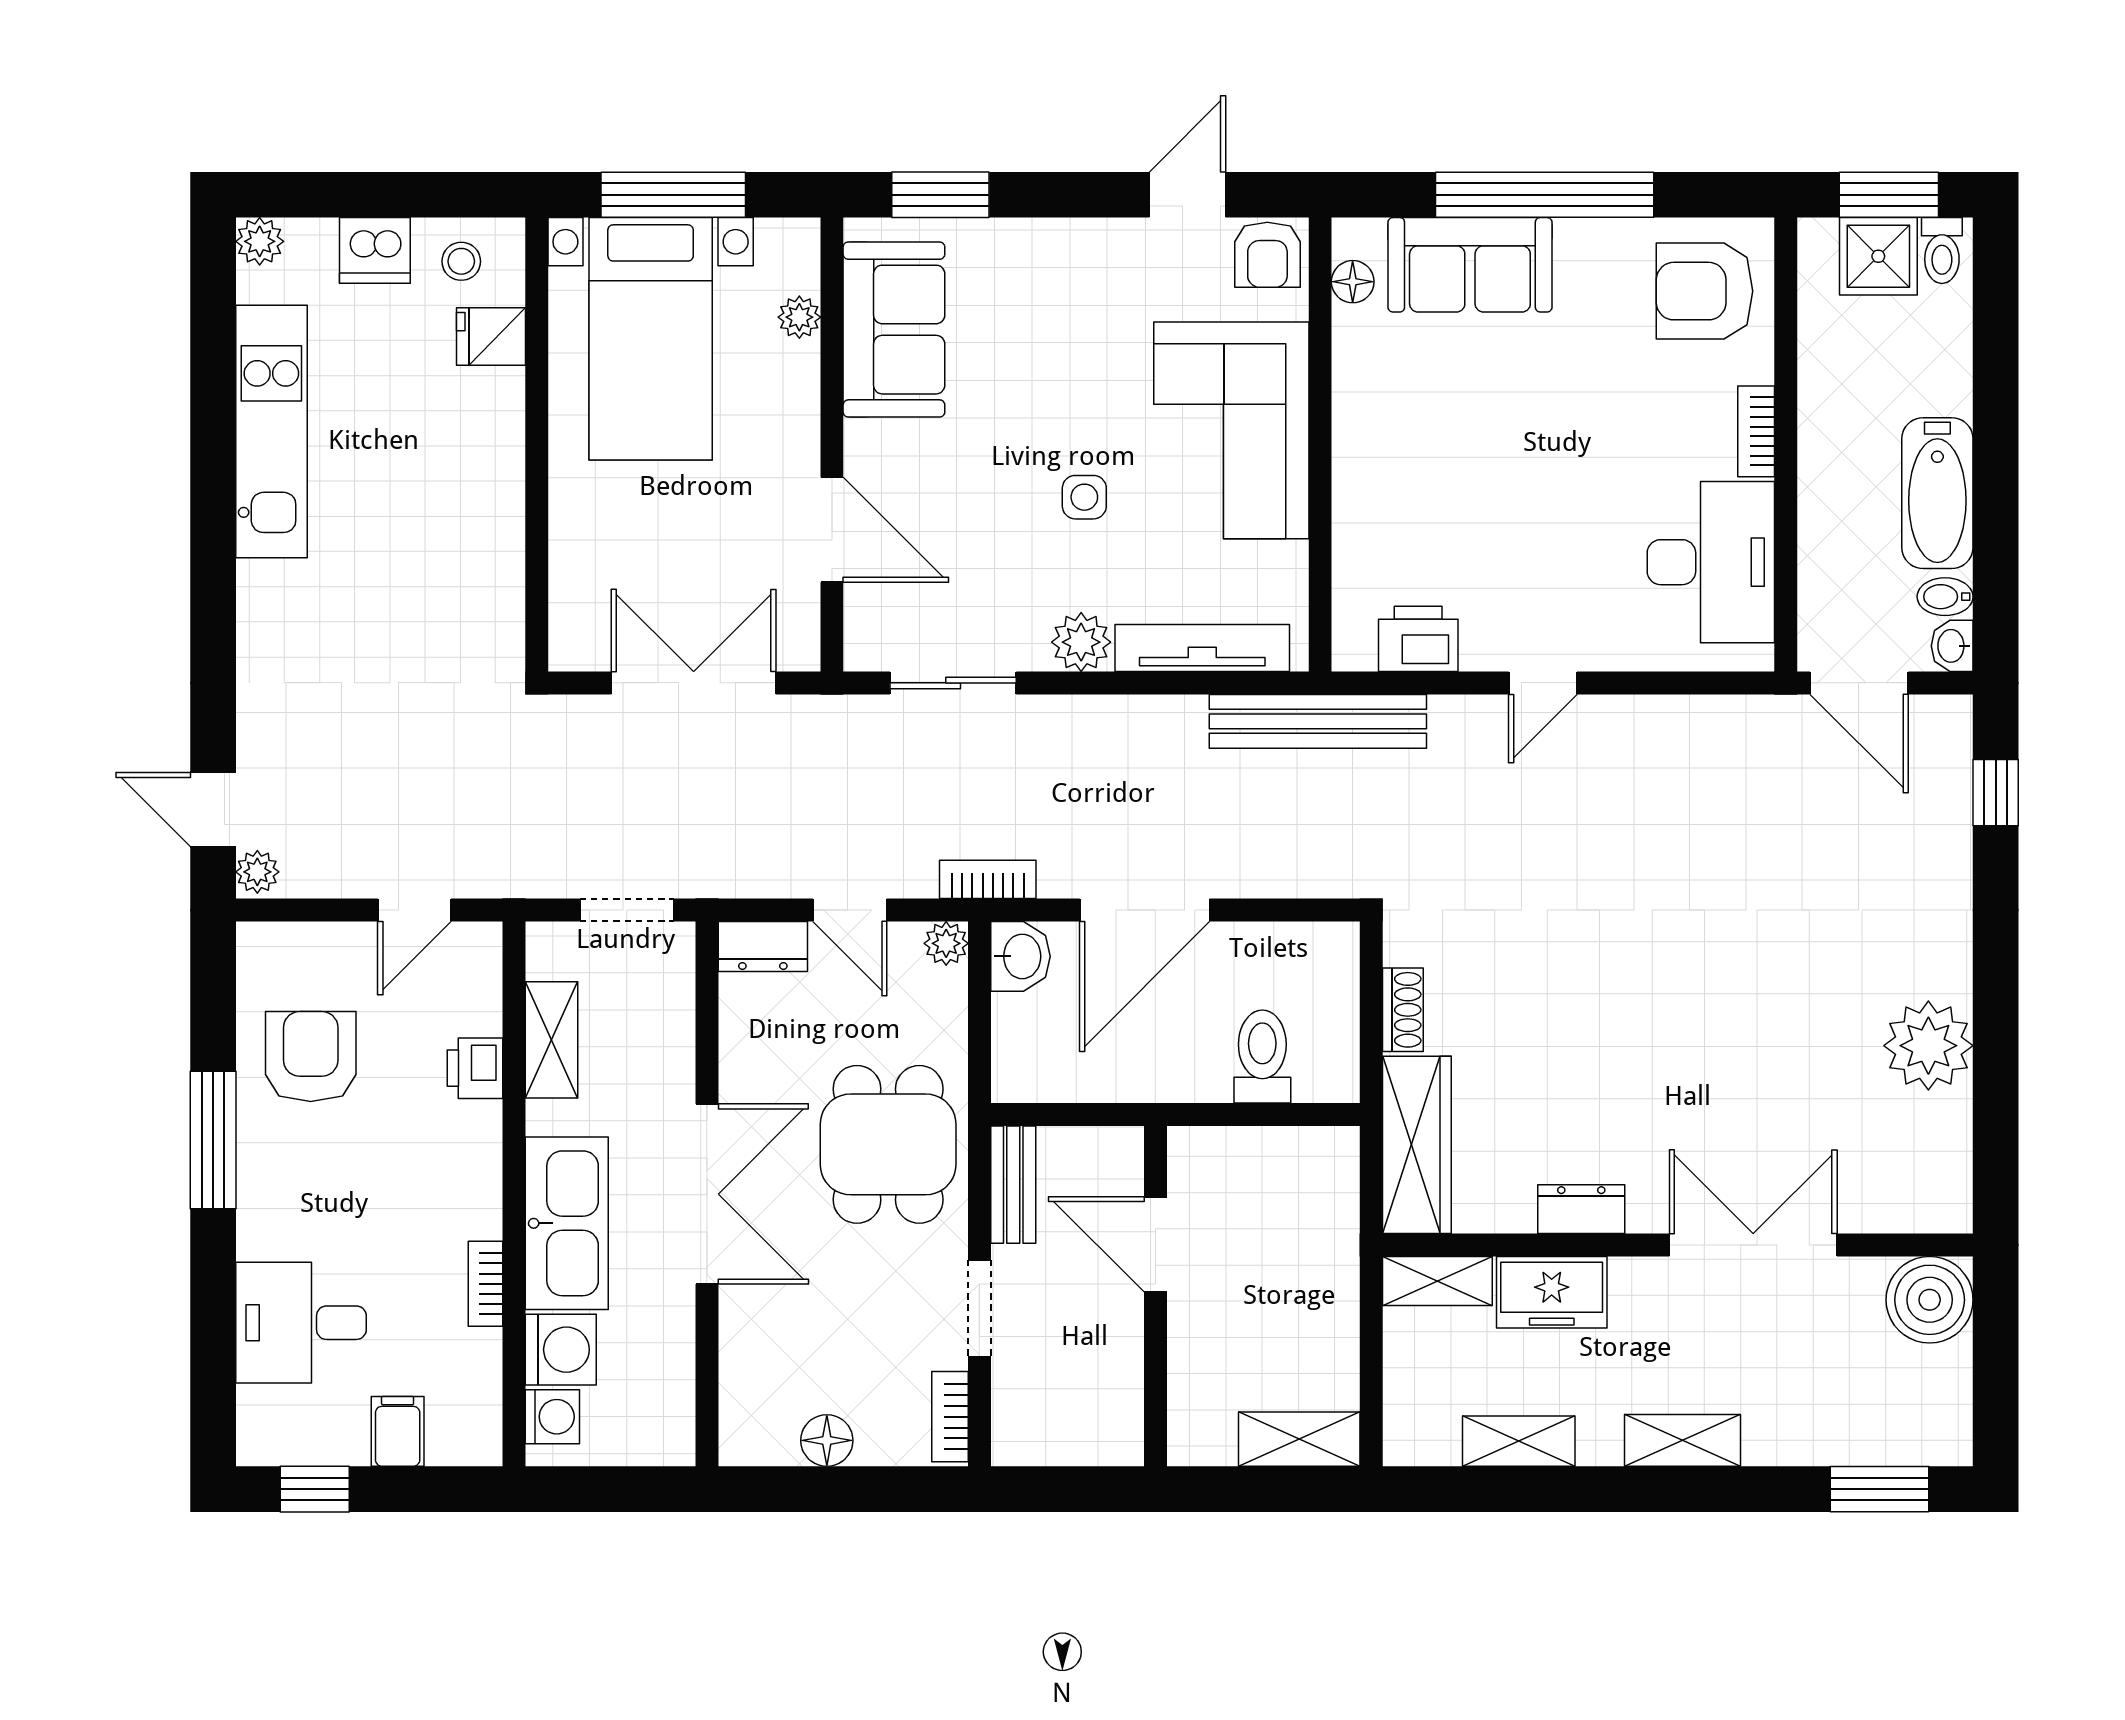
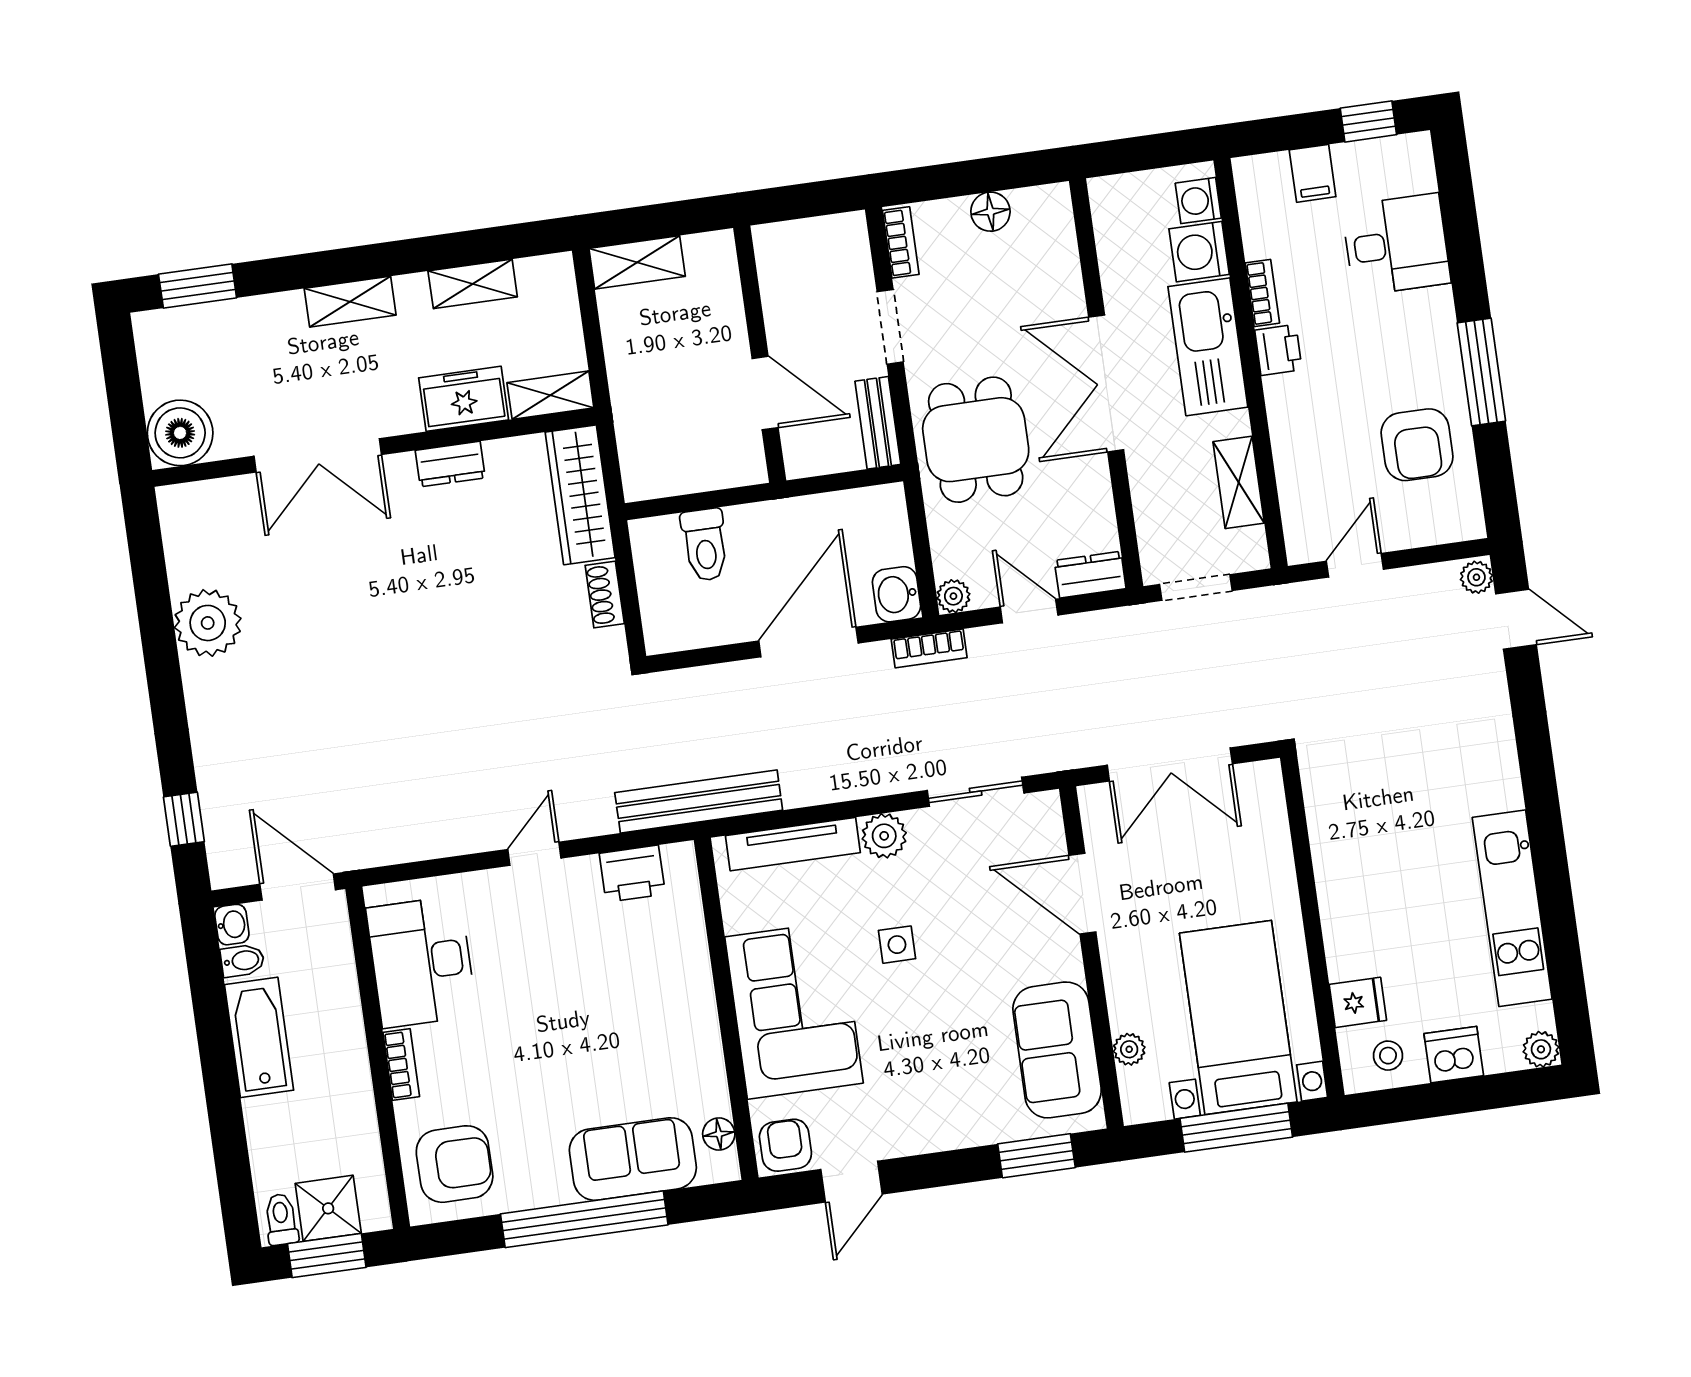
printer: (475, 1068) -> (1278, 350), moved

